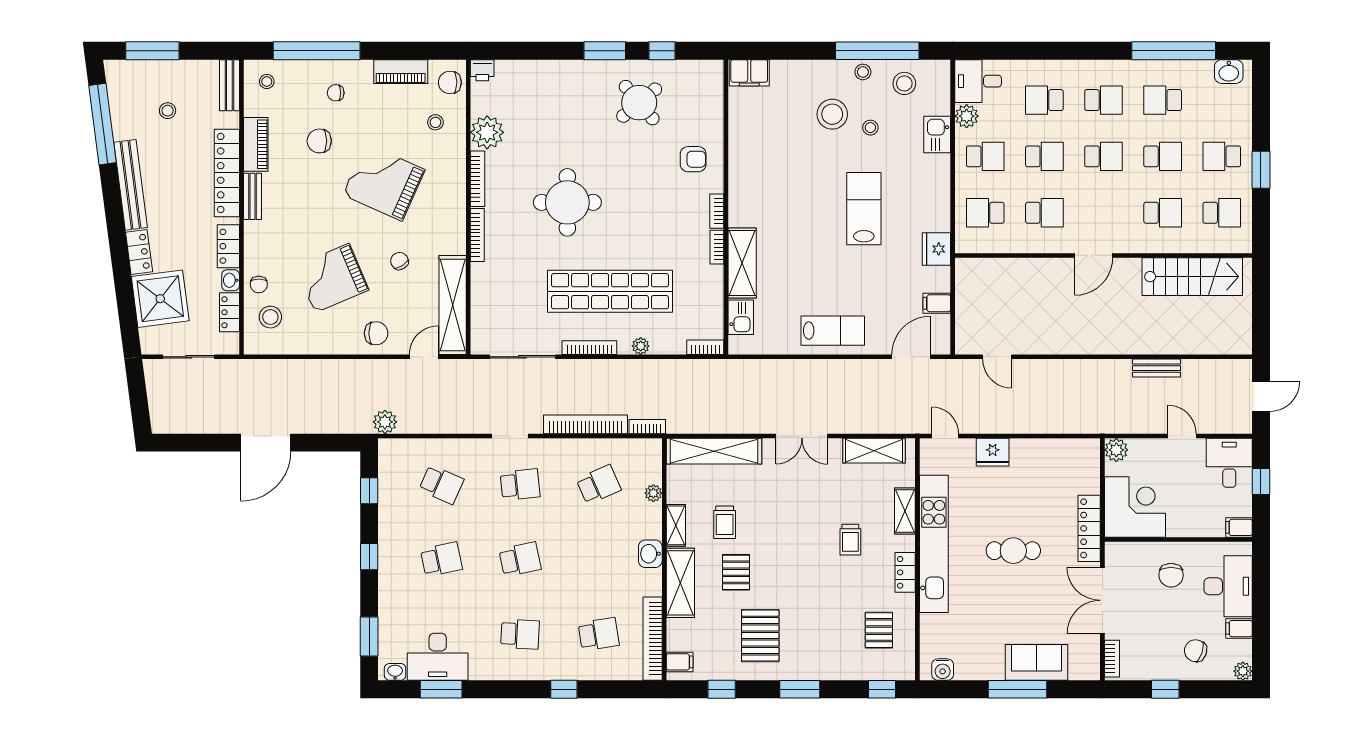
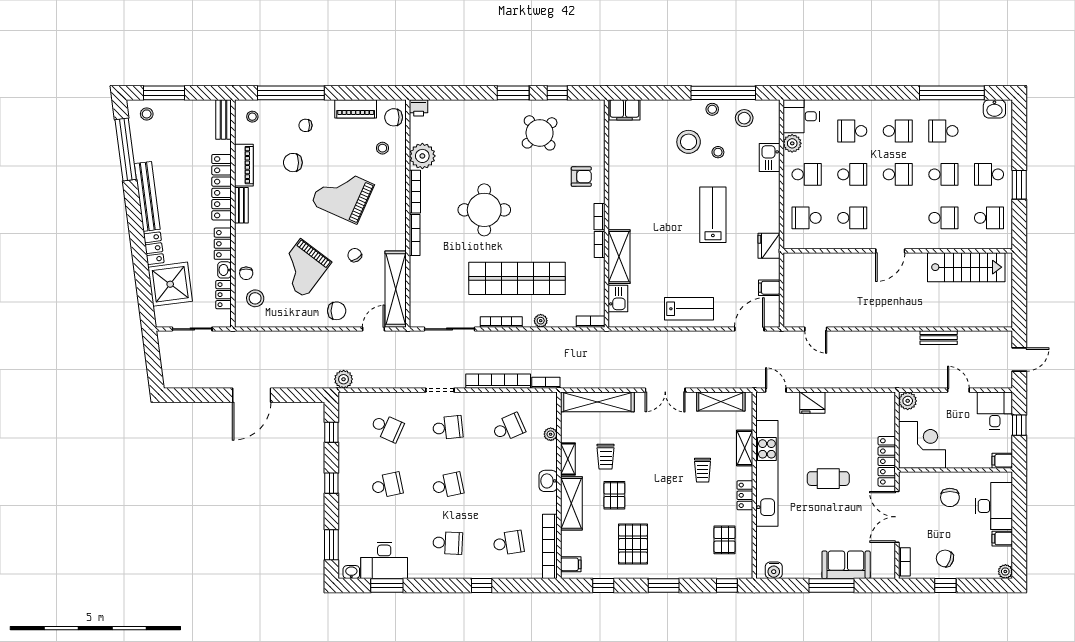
stool: (168, 111) -> (147, 114), moved
grand piano: (332, 278) -> (303, 268), turned -30
chair: (1196, 651) -> (945, 558), moved

